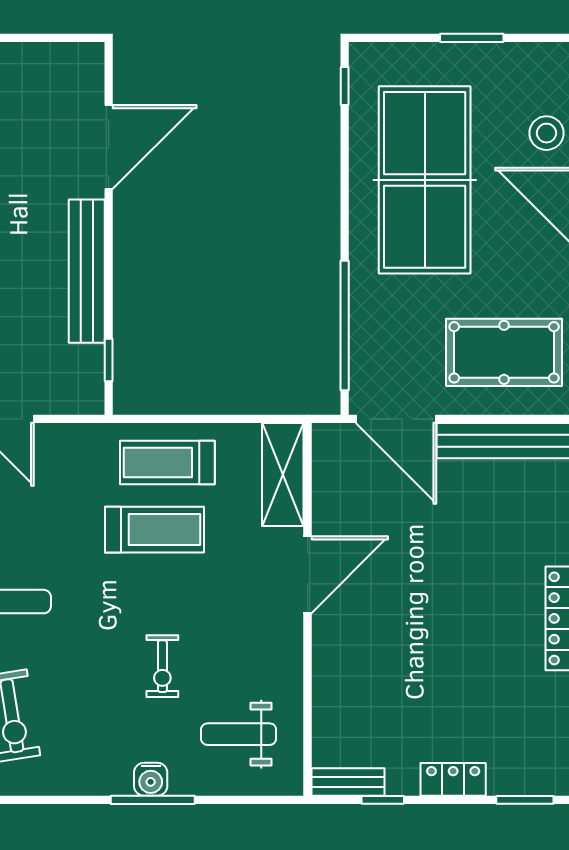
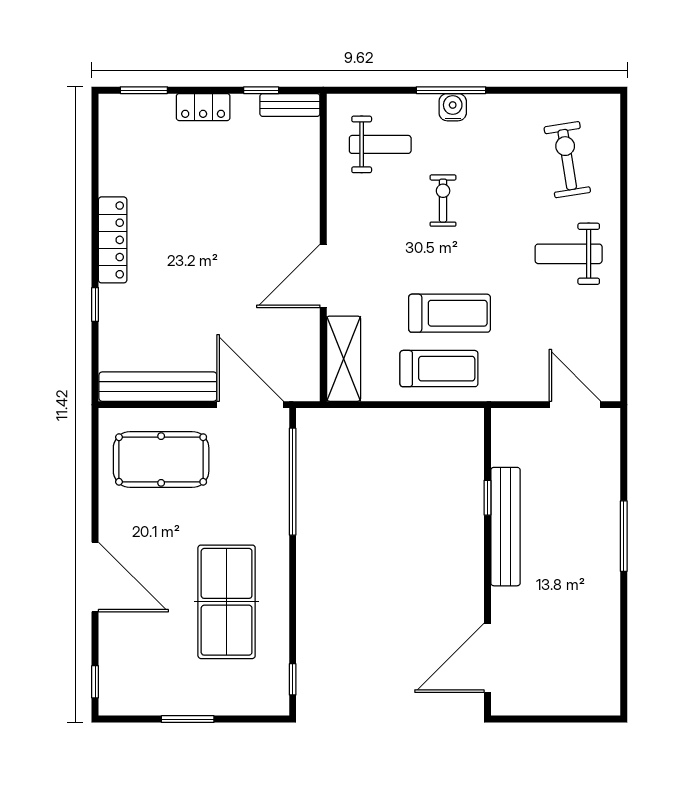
stool: (546, 133) -> (126, 640), removed
door: (109, 147) -> (487, 658), moved
table tennis table: (425, 180) -> (227, 602), width x0.73, depth x0.76
window: (109, 360) -> (487, 498), moved
treadmill: (155, 530) -> (450, 313), turned 180

